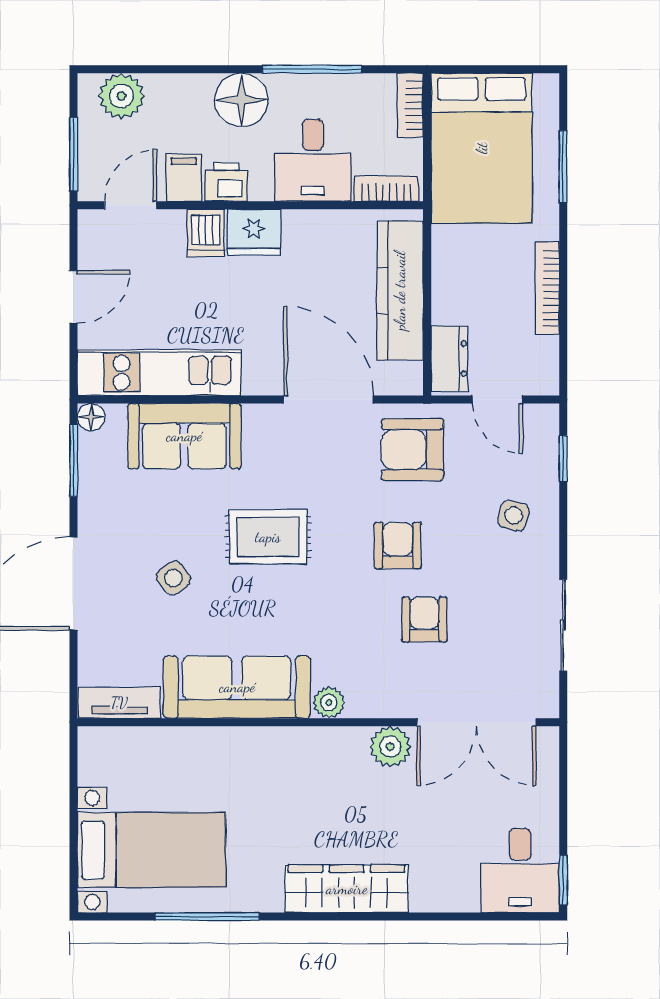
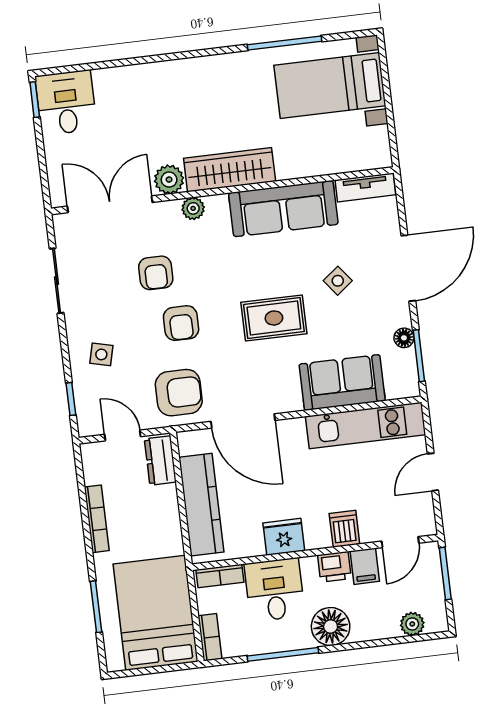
plant: (121, 96) -> (412, 624), width x0.73, depth x0.73
fridge: (254, 232) -> (284, 537), moved
floor lamp: (91, 417) -> (404, 338), moved
plant: (329, 703) -> (193, 208), moved
wardrobe: (347, 889) -> (230, 170), moved, turned 180

